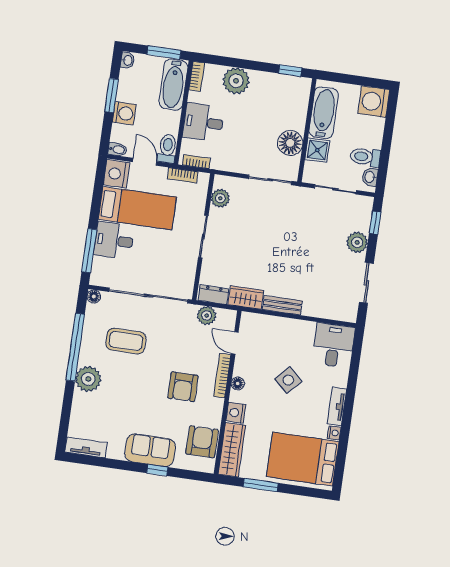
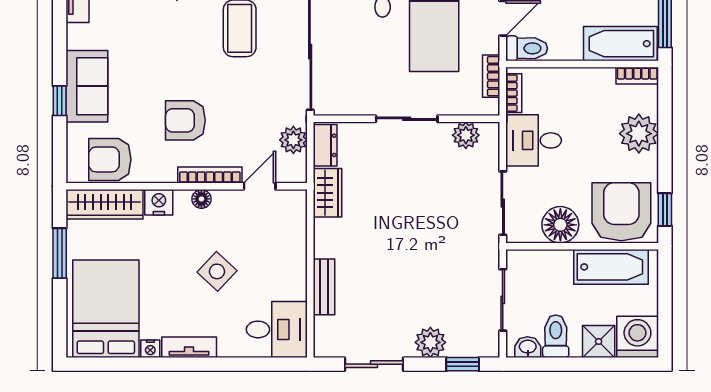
armchair: (287, 100) -> (621, 212), added
desk: (203, 122) -> (534, 140), moved, turned -90
shower: (317, 150) -> (599, 341), moved
bench: (282, 305) -> (324, 287), moved
armchair: (202, 442) -> (110, 159), turned 180

